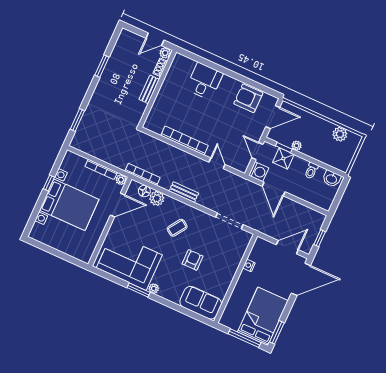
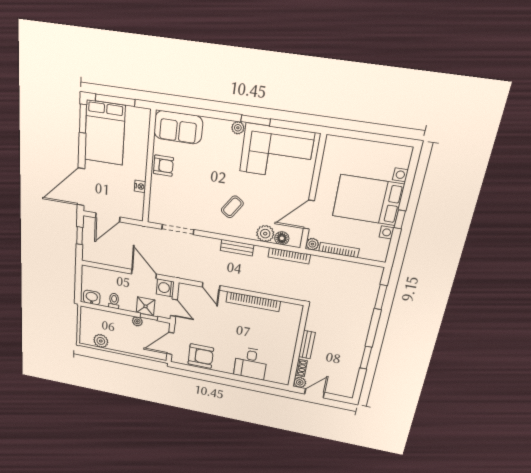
armchair: (193, 260) -> (163, 166), moved, turned -90

